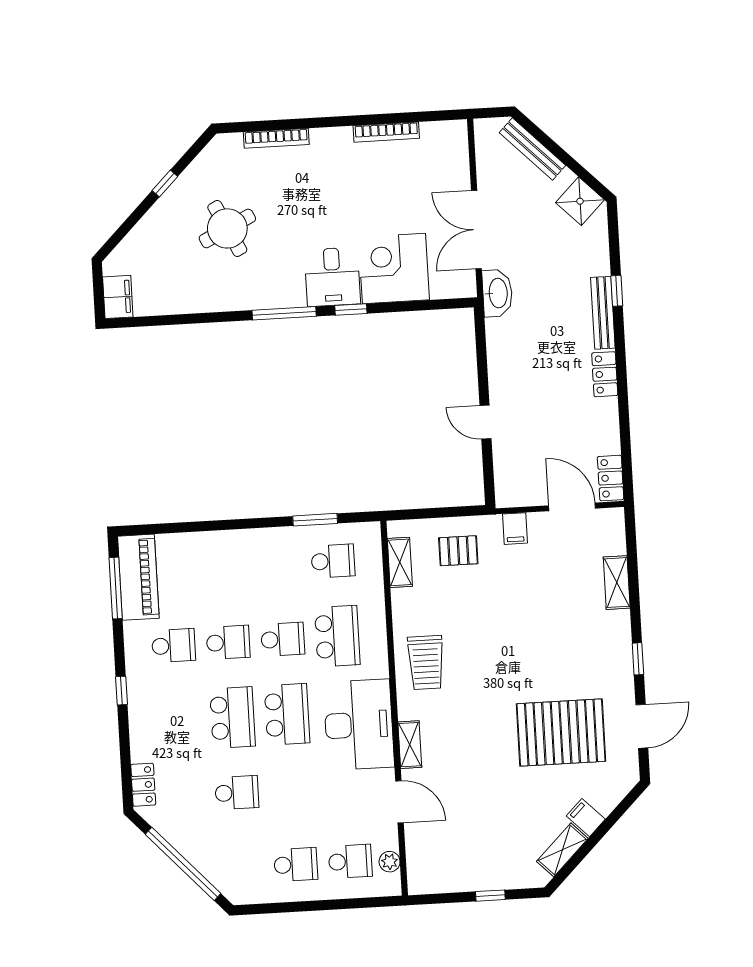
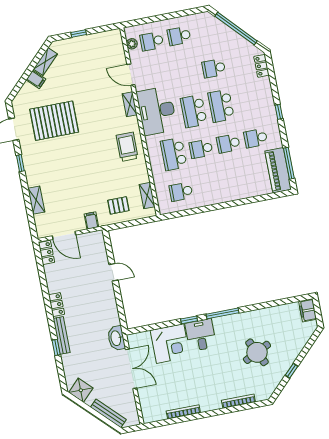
window: (315, 520) -> (193, 211), removed

